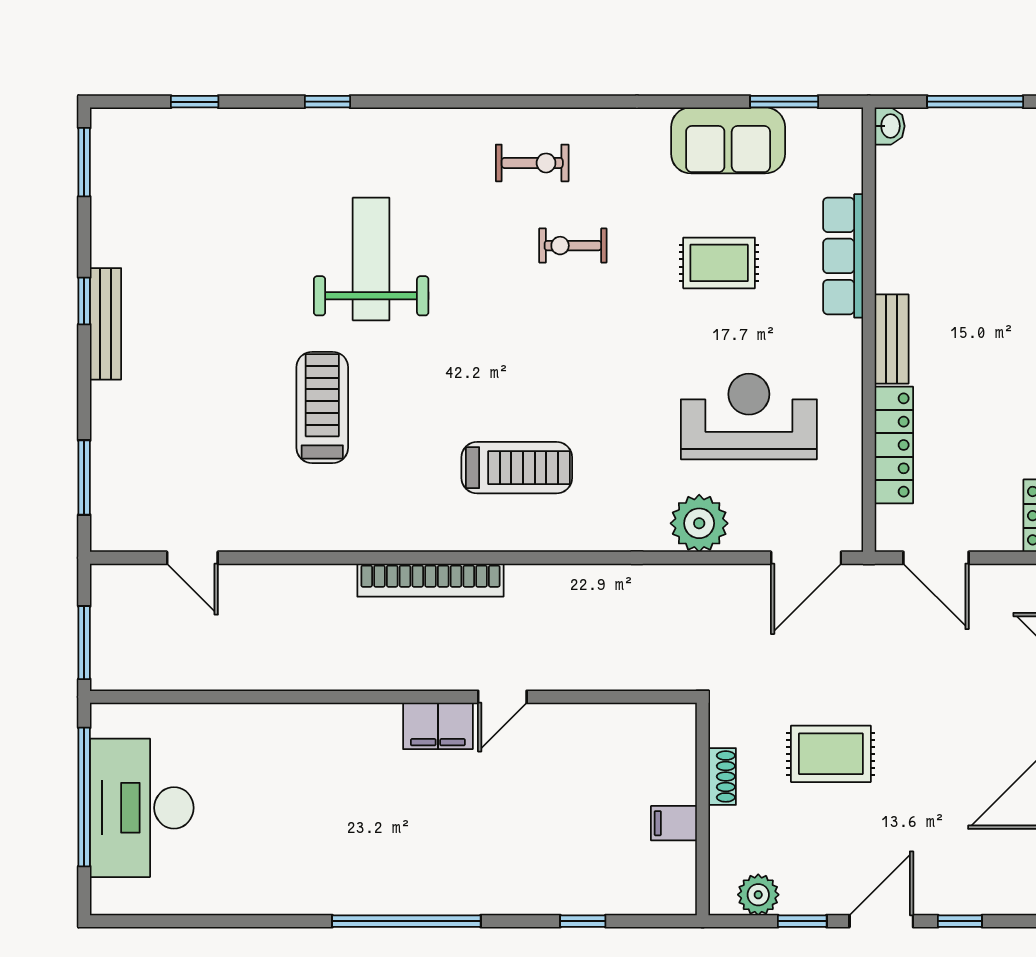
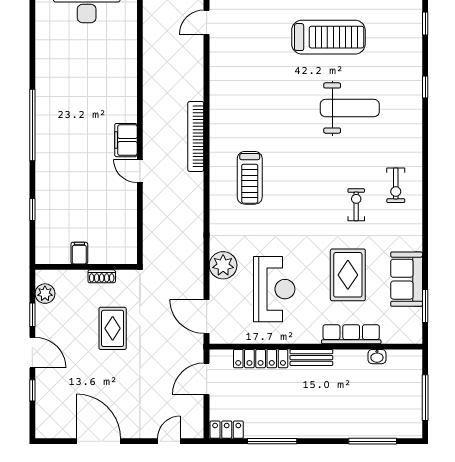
washbasin: (890, 126) -> (377, 357), moved
rug: (719, 263) -> (348, 275), width x1.36, depth x1.43
treadmill: (322, 407) -> (328, 37), moved, width x1.37, depth x1.38

